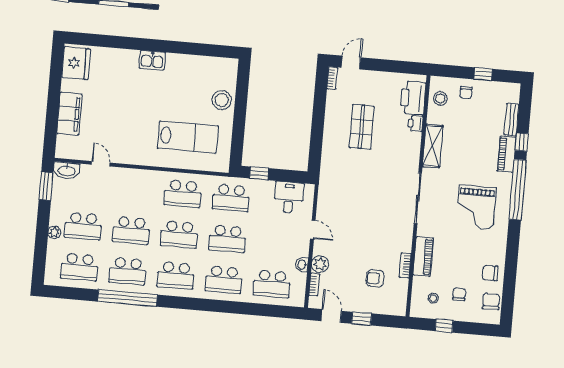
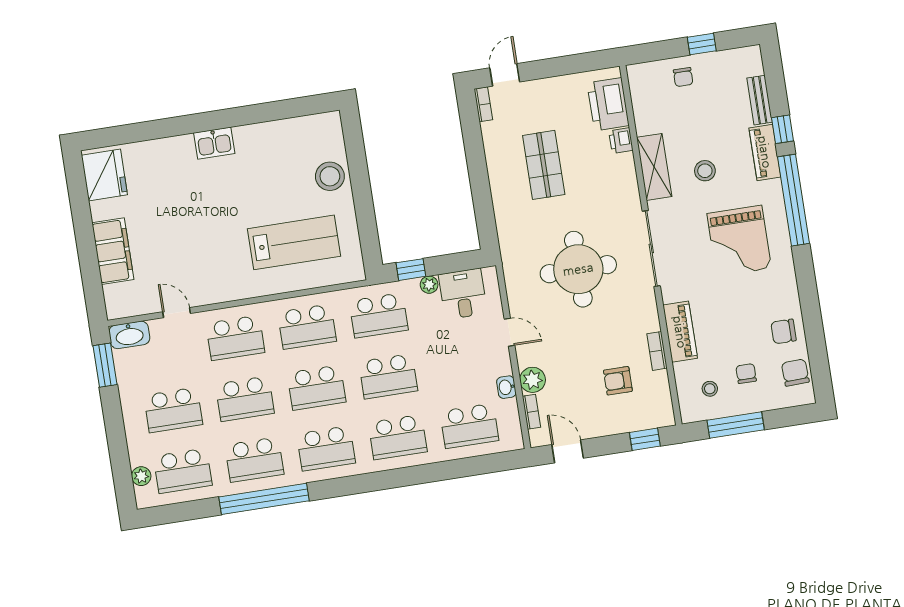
stool: (440, 99) -> (705, 171), moved
plant: (268, 186) -> (429, 285), added
school desk: (135, 189) -> (235, 338), added
round table: (367, 200) -> (578, 269), added
plant: (54, 233) -> (141, 476), moved
window: (362, 319) -> (645, 439), moved
window: (444, 326) -> (736, 425), width x2.17

